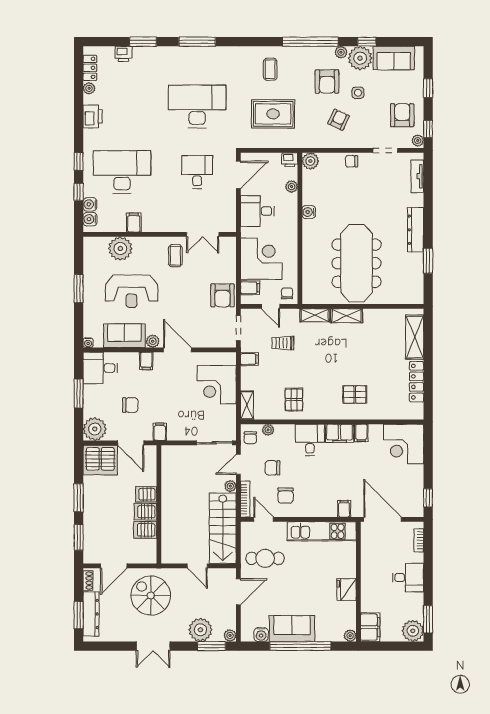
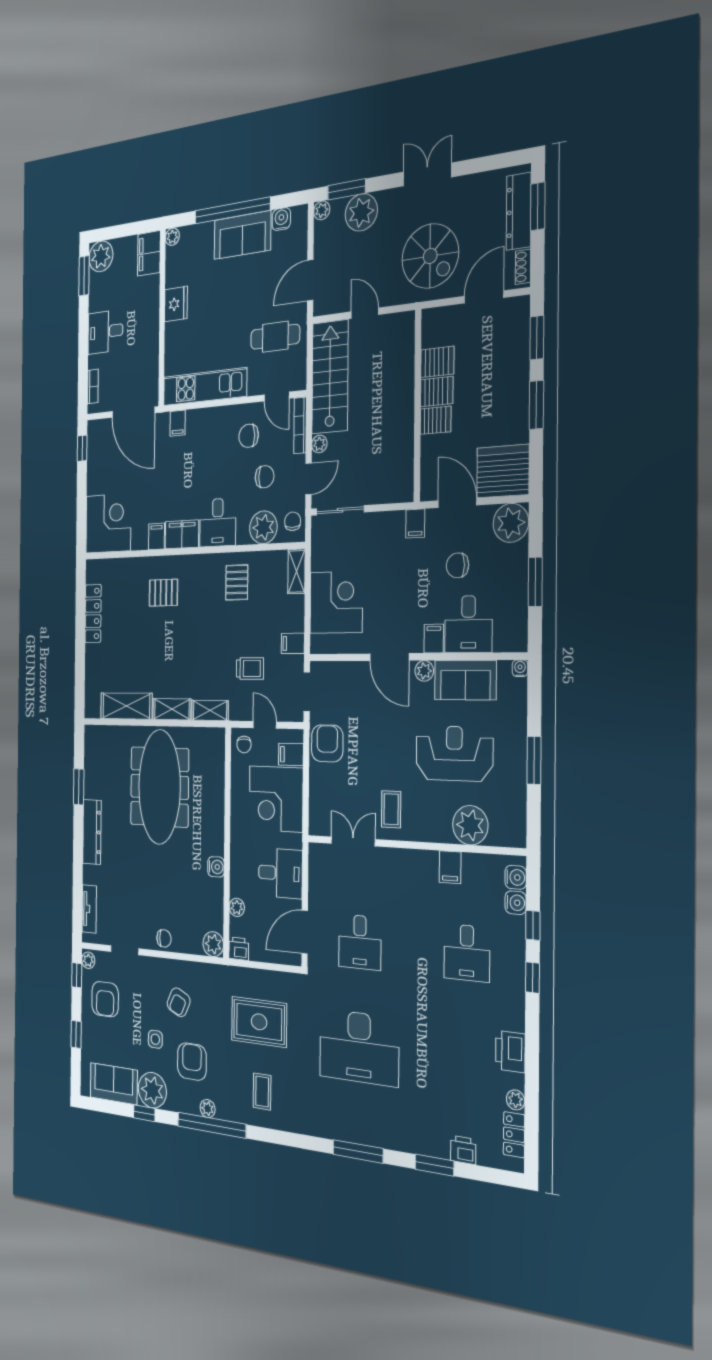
plant: (341, 52) -> (208, 1109), moved
desk: (122, 172) -> (467, 953), width x0.53, depth x0.77
shelving: (415, 337) -> (126, 706), moved, turned 90
desk: (100, 368) -> (468, 624), moved, turned 90
plant: (268, 430) -> (263, 527), width x1.88, depth x1.88
chair: (286, 496) -> (249, 436), turned -90

